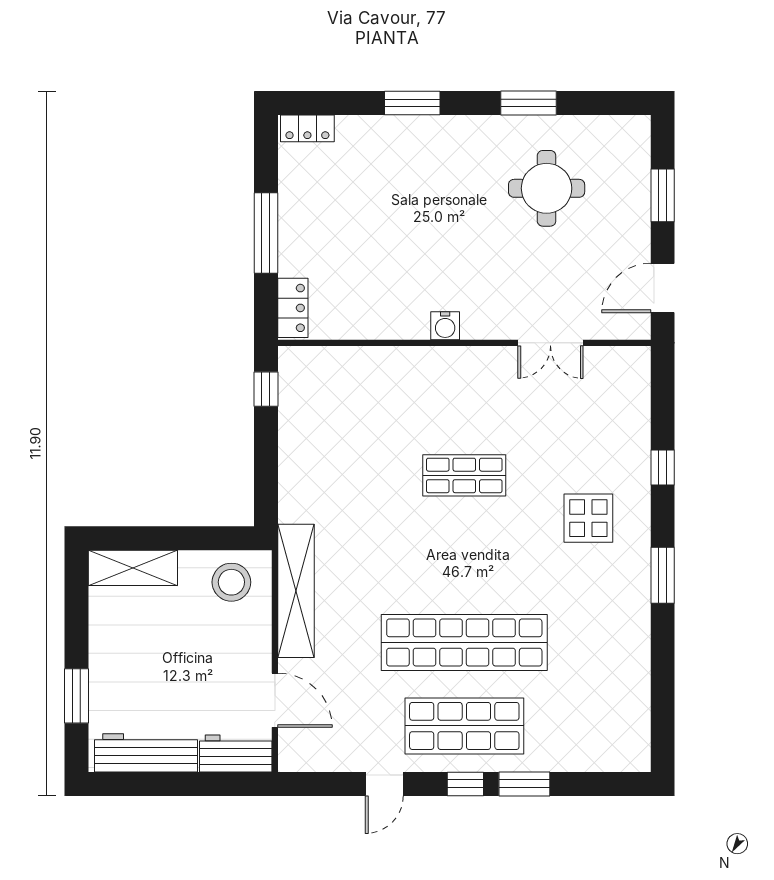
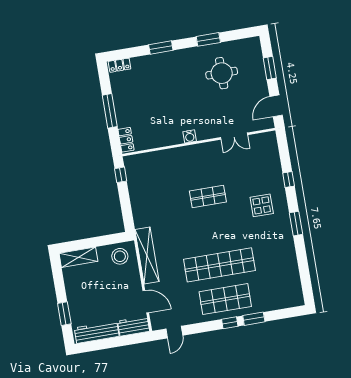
door: (384, 784) -> (174, 332), moved

